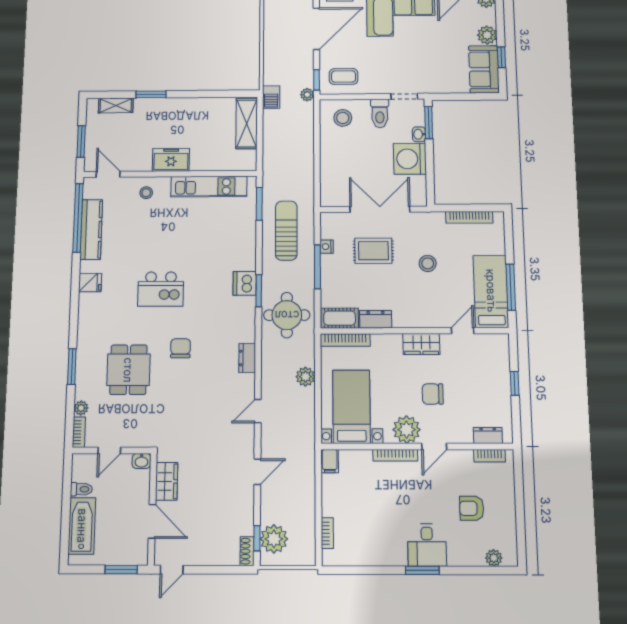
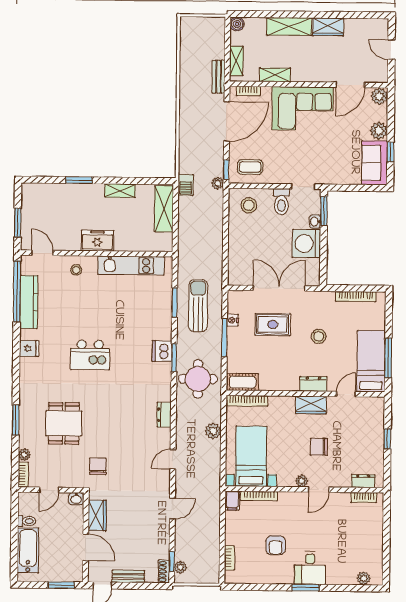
shelving: (116, 105) -> (120, 191), moved
window: (259, 204) -> (175, 303), moved
dresser: (376, 319) -> (313, 384), moved
chair: (180, 348) -> (98, 466), moved
plant: (407, 430) -> (302, 481), width x0.53, depth x0.53
bookcase: (395, 455) -> (259, 496), moved
armchair: (472, 508) -> (276, 545), moved, turned -90
plant: (274, 539) -> (180, 567), width x0.53, depth x0.53
bench: (204, 558) -> (128, 576), added

